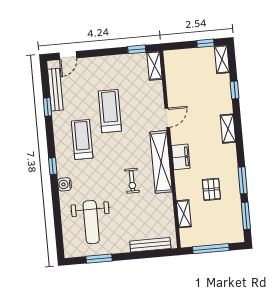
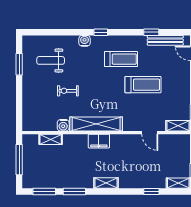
door: (167, 118) -> (150, 133), moved
shelving: (228, 129) -> (106, 183), moved
exercise bike: (132, 181) -> (68, 91), moved
pallet: (211, 189) -> (69, 164), removed
water cooler: (166, 201) -> (63, 125), added
weight bench: (91, 222) -> (51, 60), width x0.73, depth x0.75
bench: (150, 245) -> (27, 109), removed

